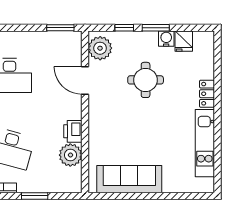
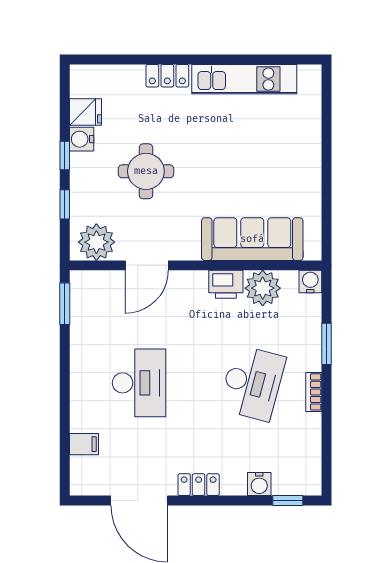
window: (156, 28) -> (65, 155), width x0.67
sofa: (129, 179) -> (252, 239), moved, turned 90
water cooler: (75, 186) -> (310, 282), added

